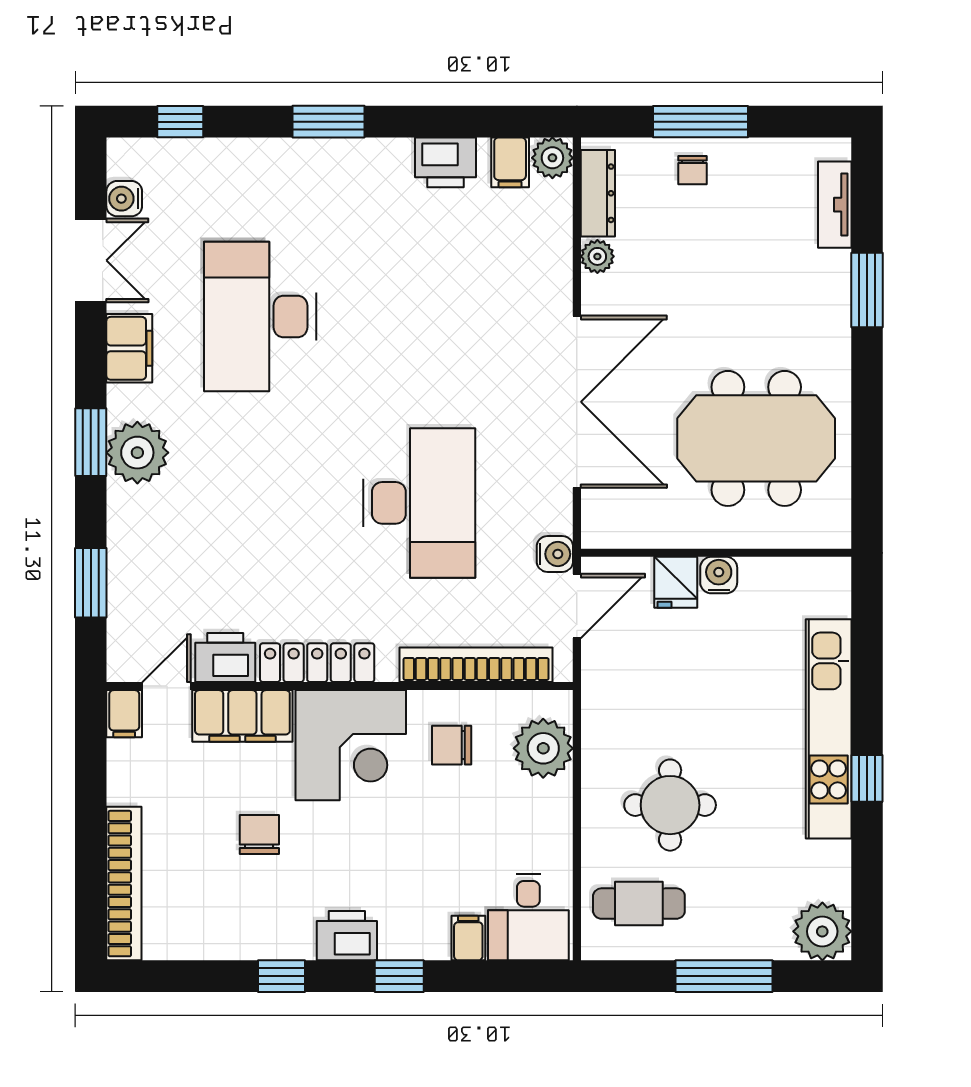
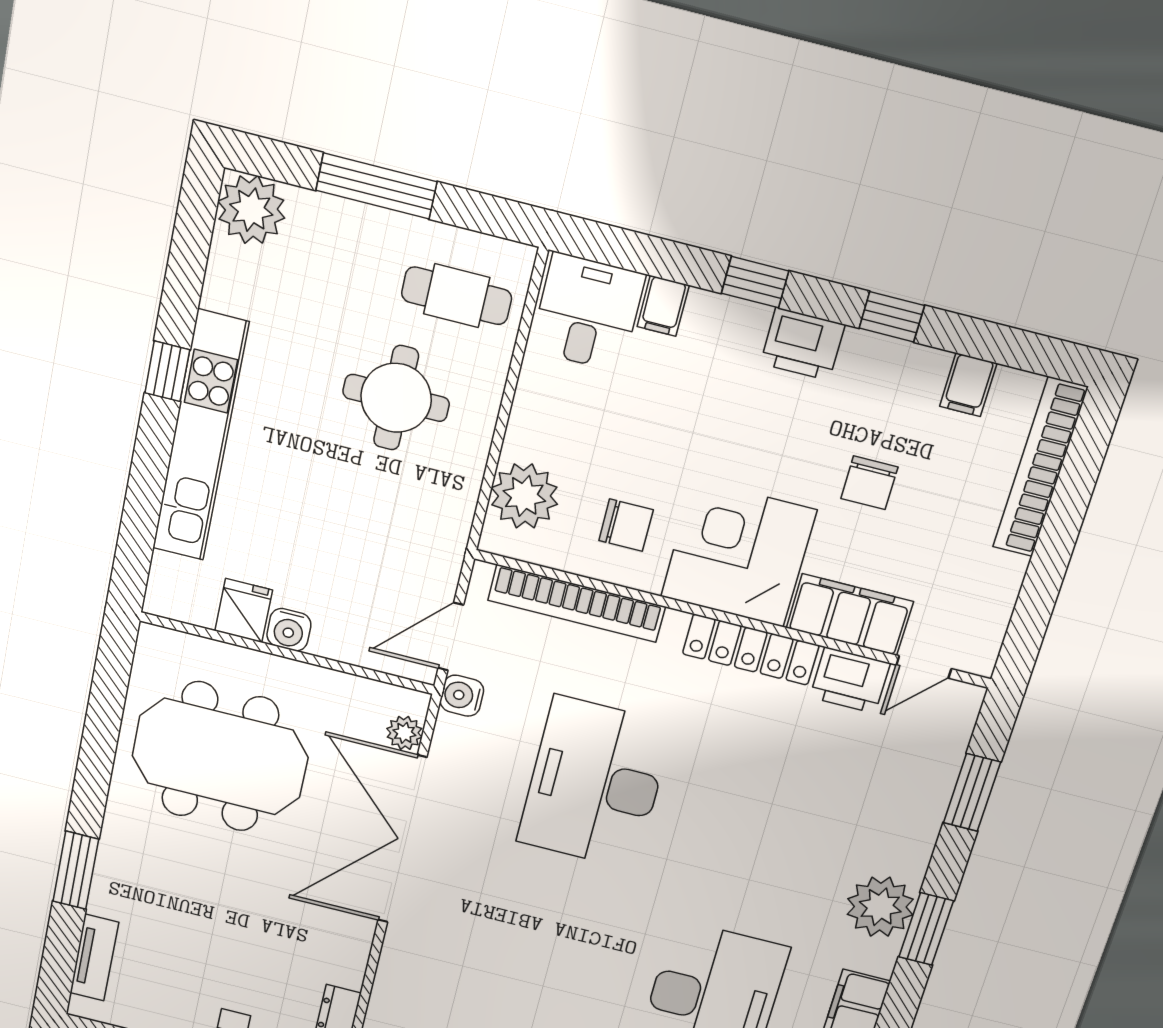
plant: (597, 256) -> (404, 733), moved
fridge: (676, 582) -> (244, 611), moved
filing cabinet: (124, 714) -> (968, 385), moved, turned 180

